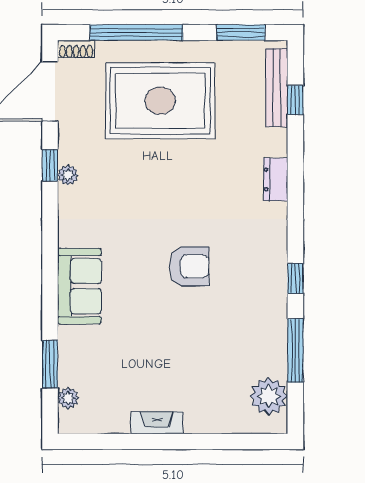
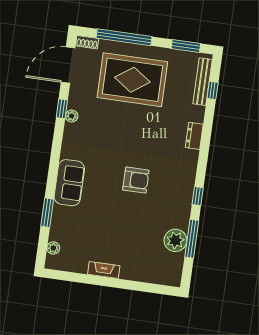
window: (50, 364) -> (47, 213), moved
plant: (269, 396) -> (175, 240), moved

